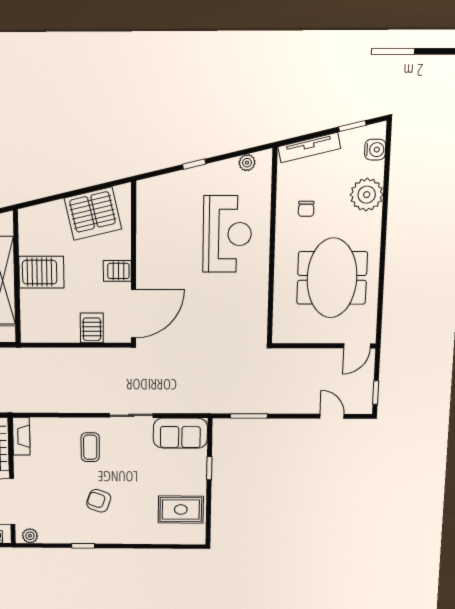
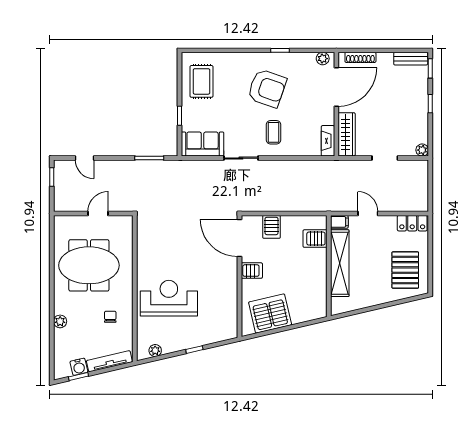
water cooler: (375, 150) -> (79, 367), moved, turned -103
plant: (367, 195) -> (60, 321), width x0.53, depth x0.53
reception desk: (227, 234) -> (169, 298), turned 90
server rack: (41, 272) -> (315, 239), moved, width x0.73, depth x0.70
meeting table: (332, 278) -> (89, 265), turned 90
door: (133, 314) -> (239, 238), hinge flipped
door: (357, 346) -> (98, 213), moved
armchair: (99, 501) -> (267, 88), width x1.88, depth x1.88
rug: (181, 510) -> (202, 81), turned 90

